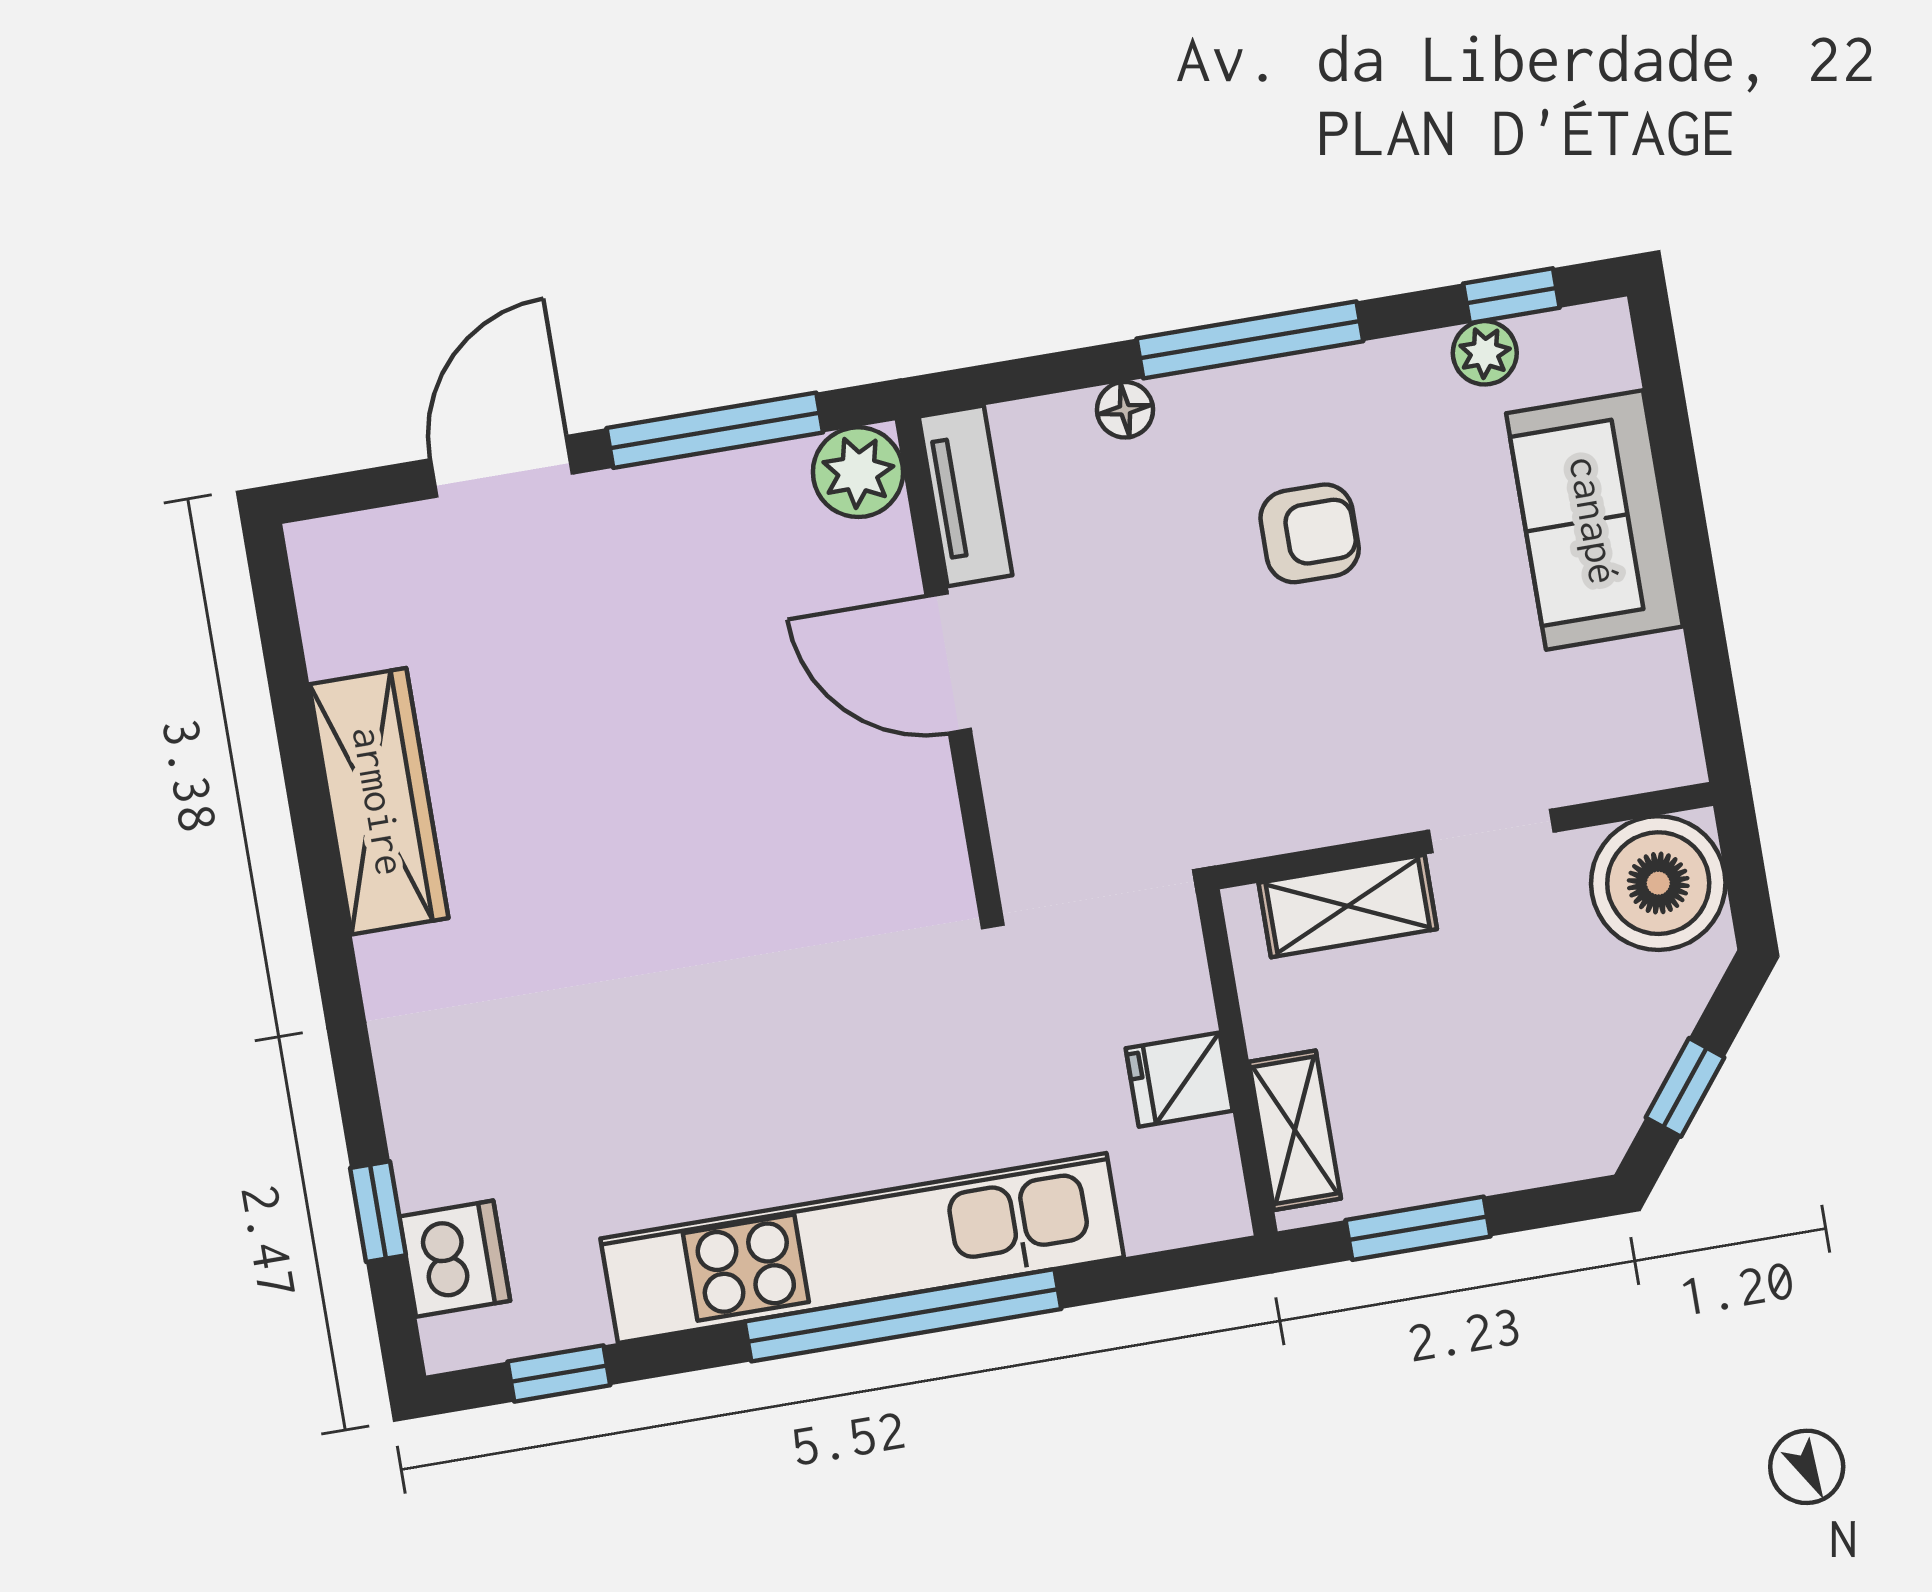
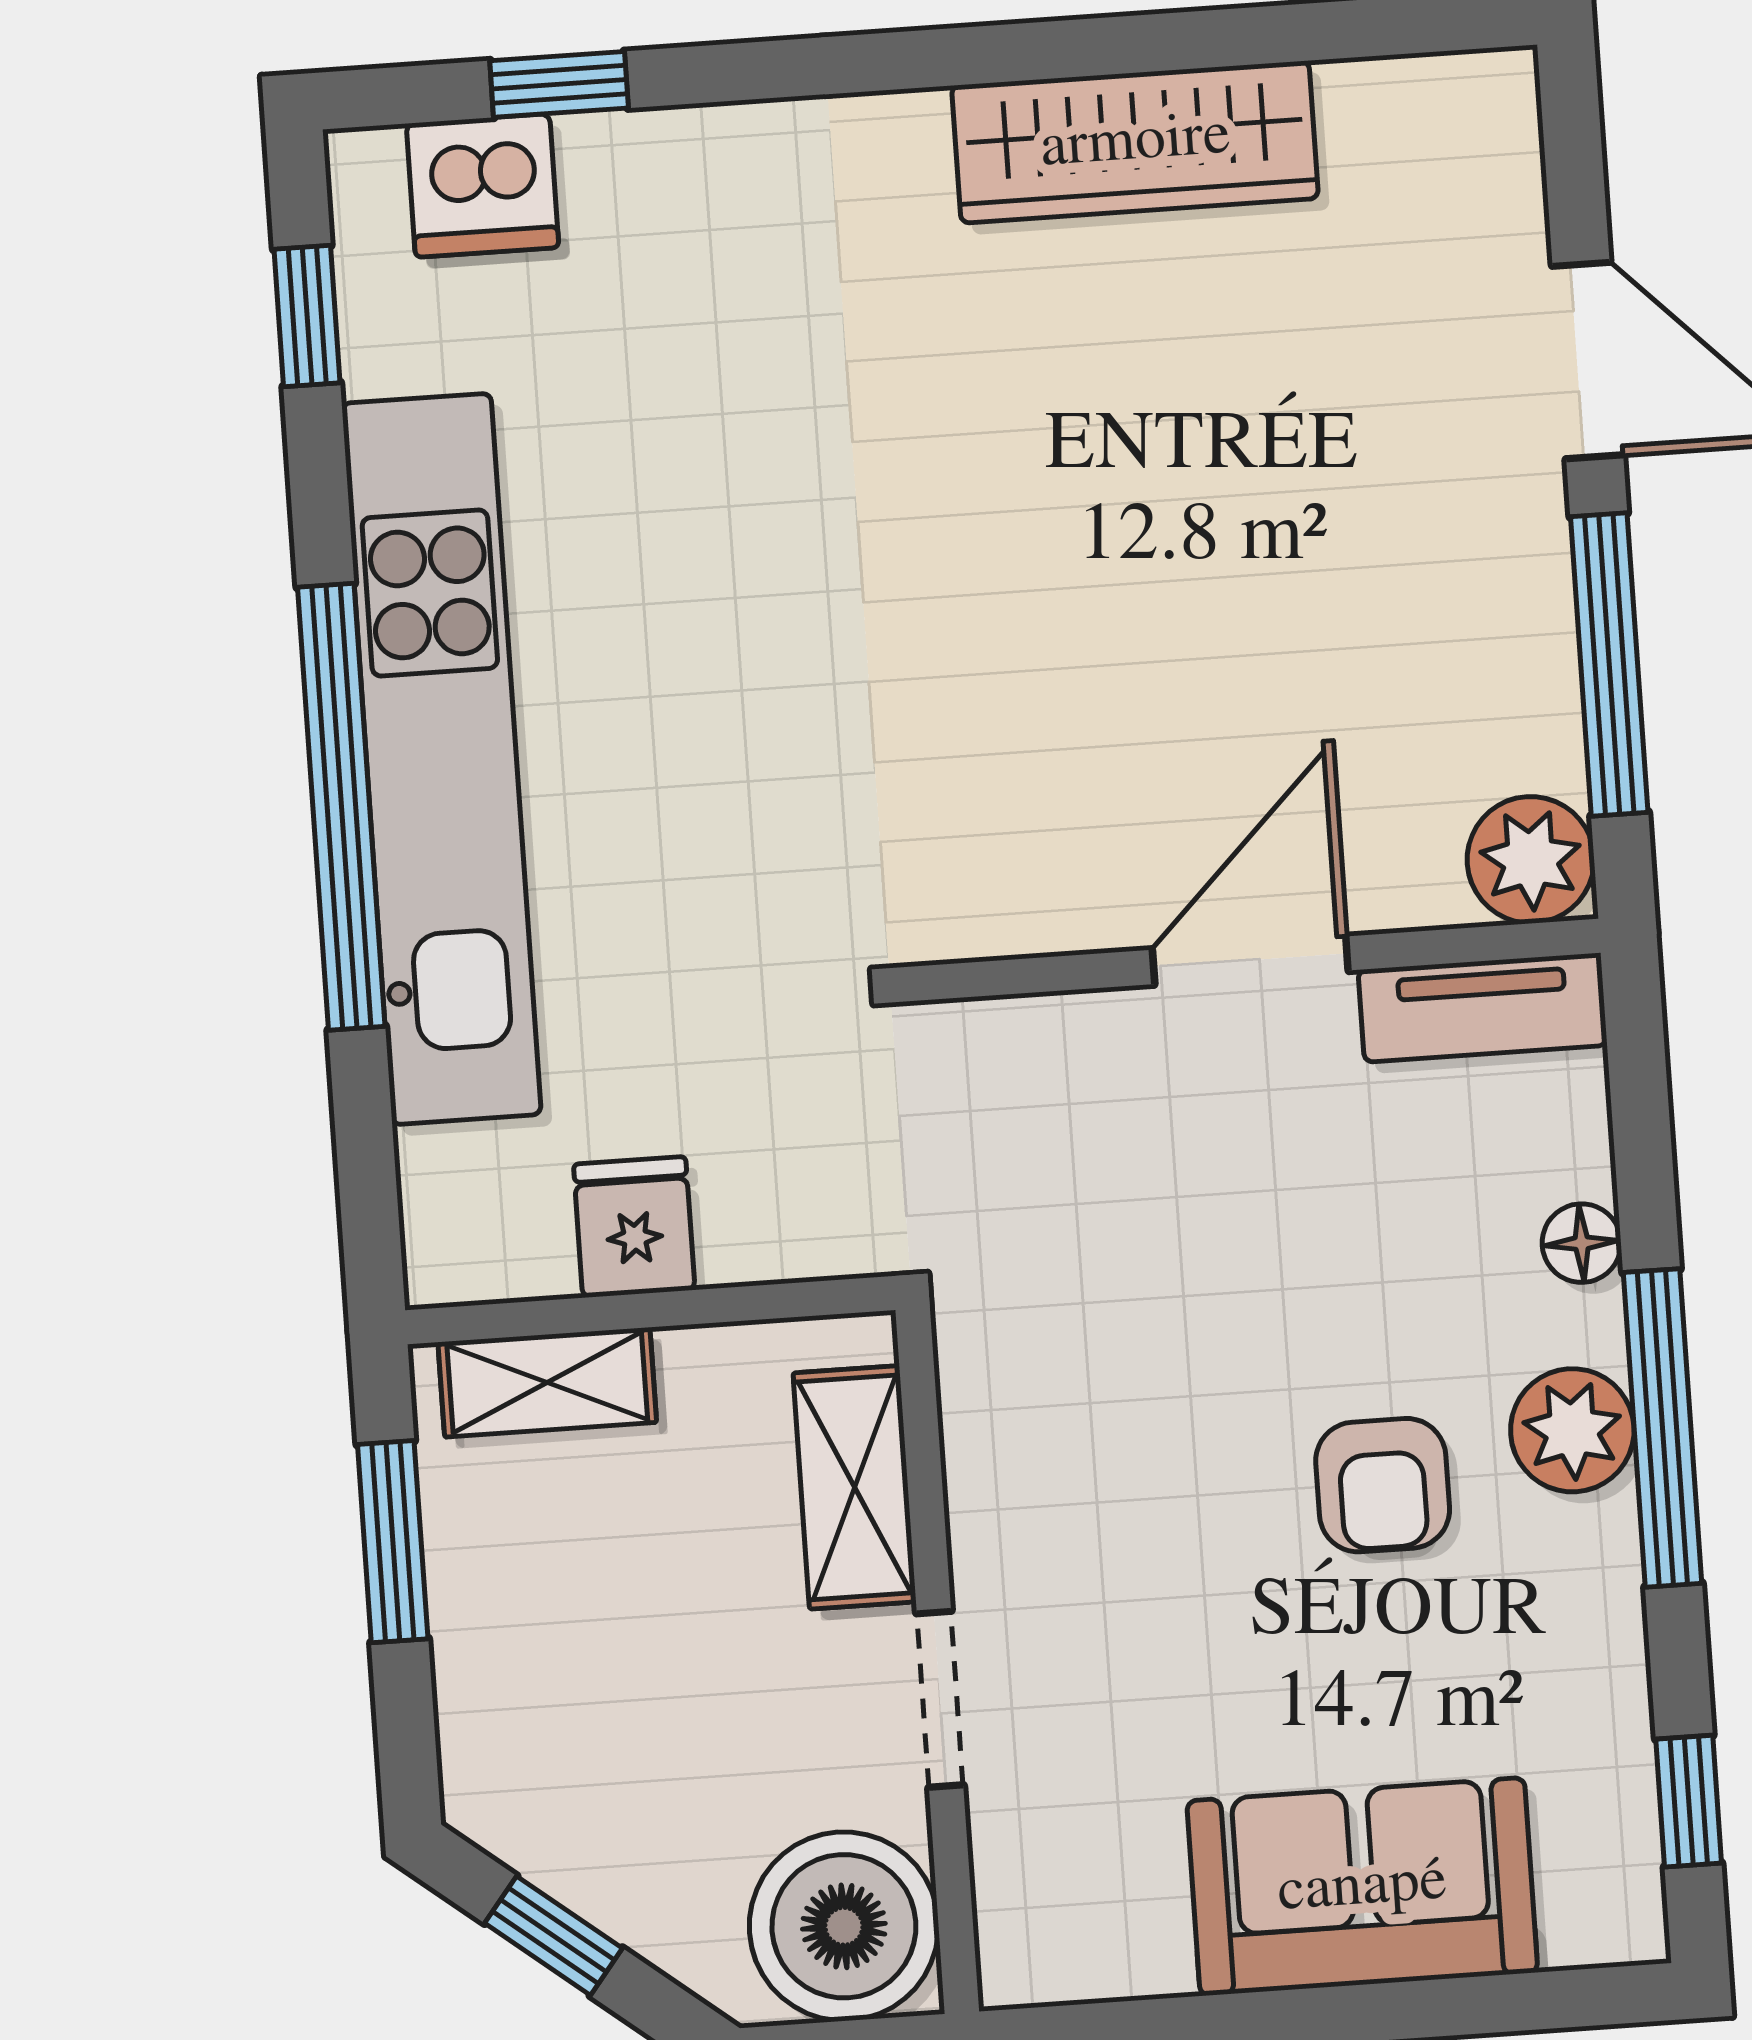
plant: (1485, 353) -> (1572, 1430), moved, width x1.38, depth x1.38

